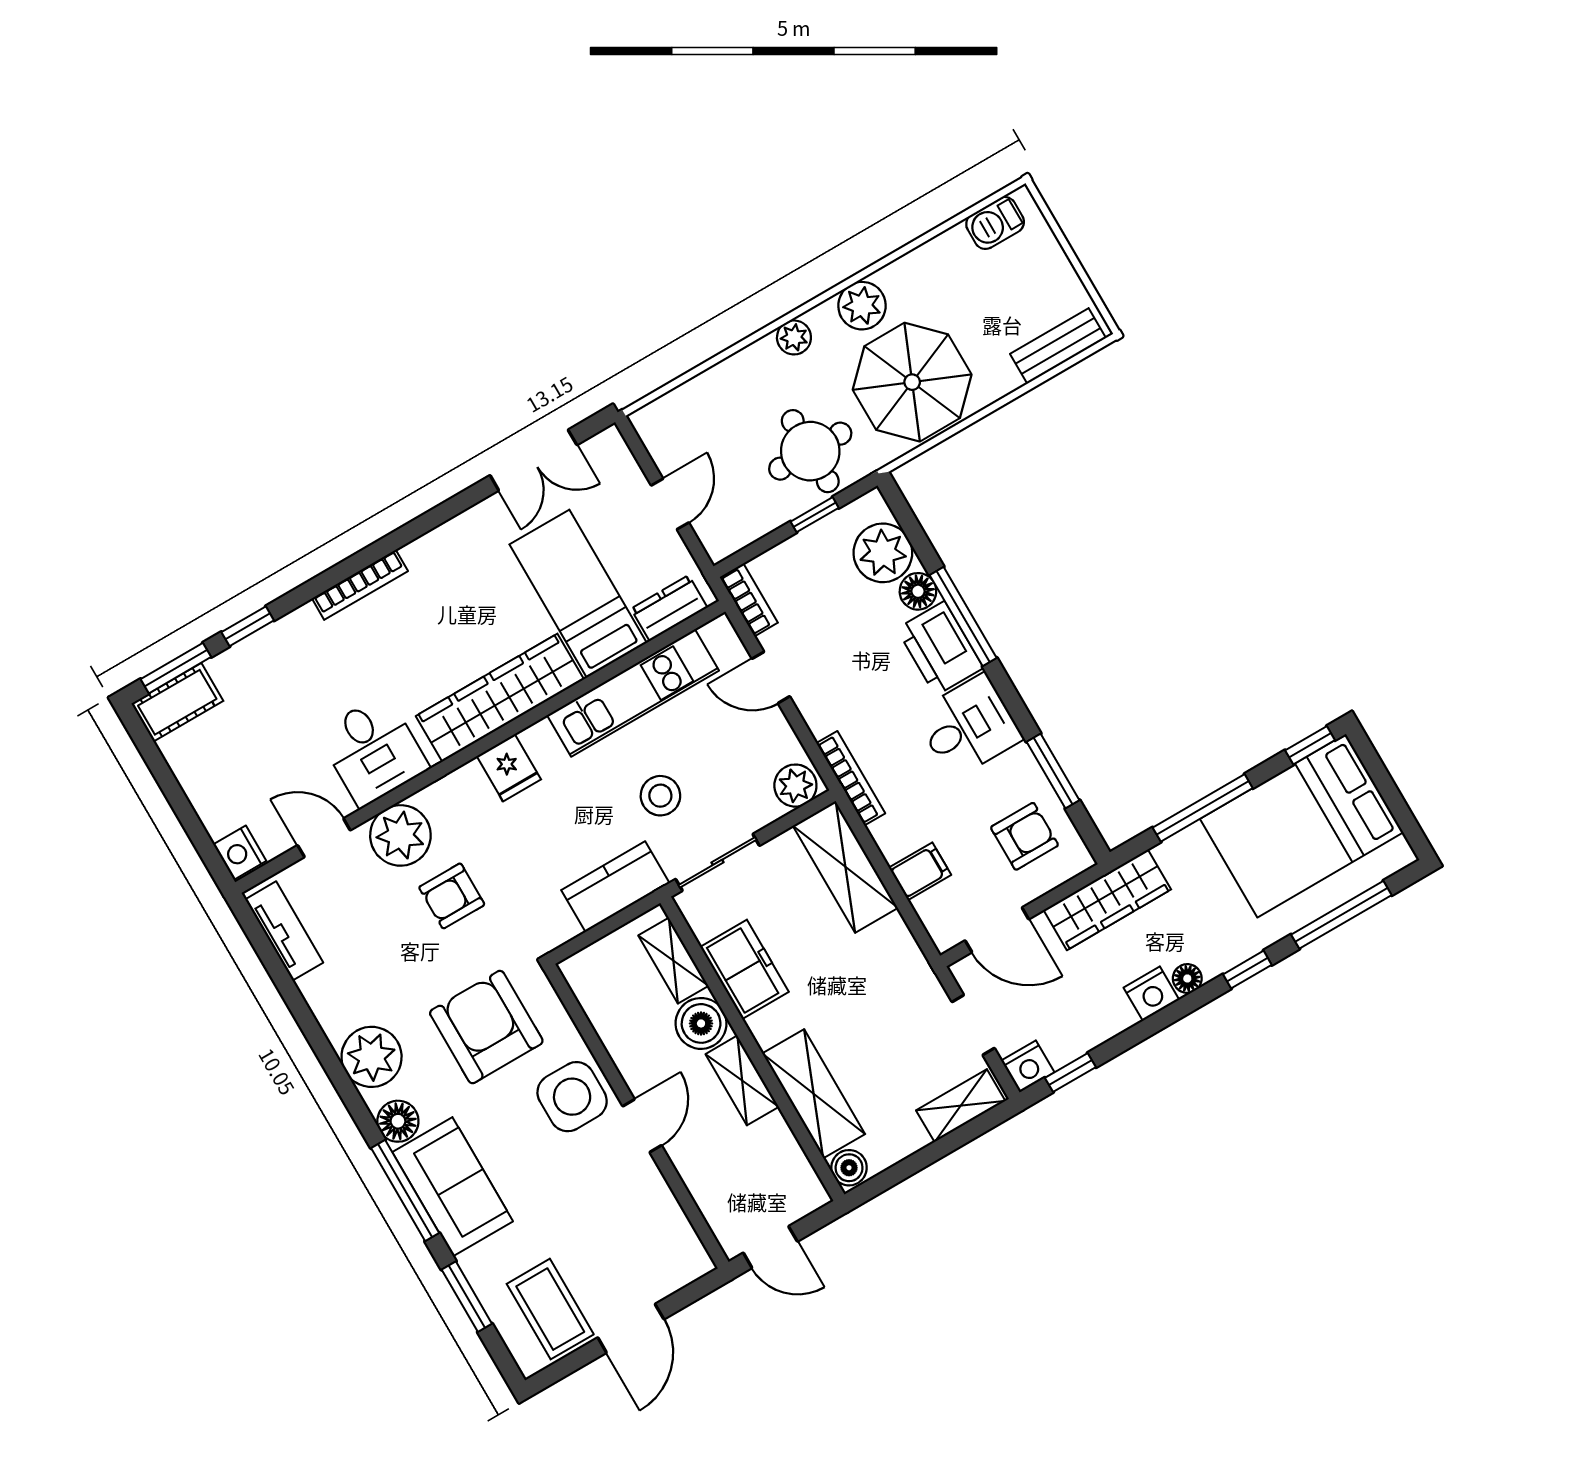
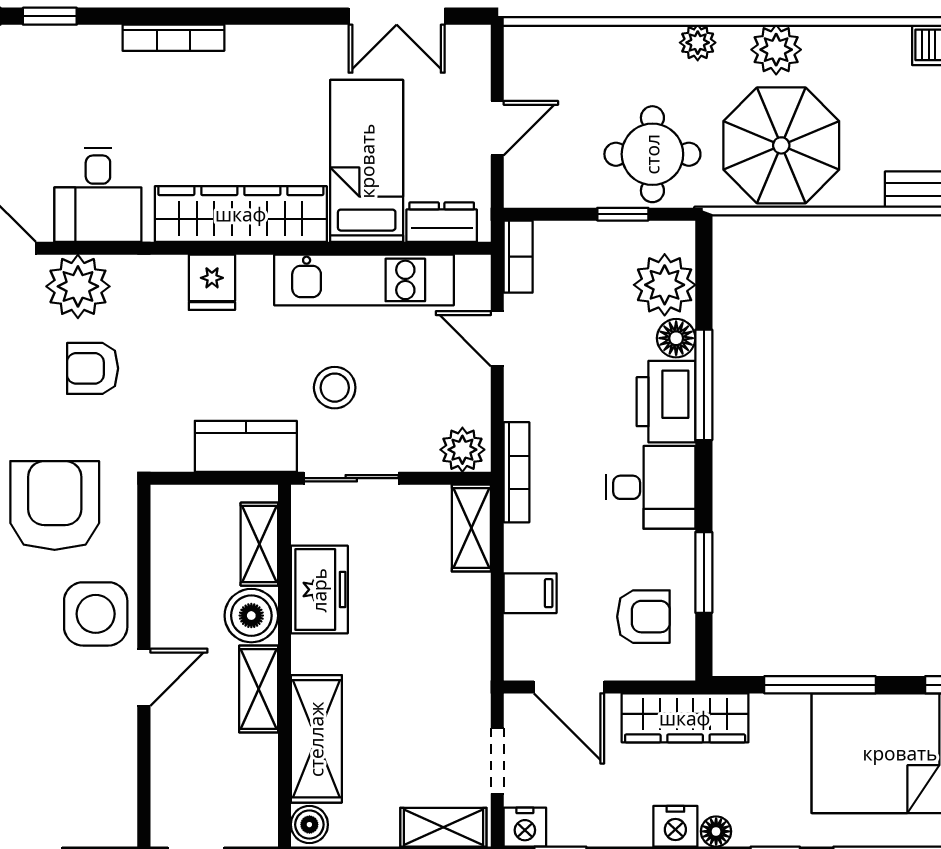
shelving: (845, 867) -> (471, 528), width x0.67, depth x0.75

